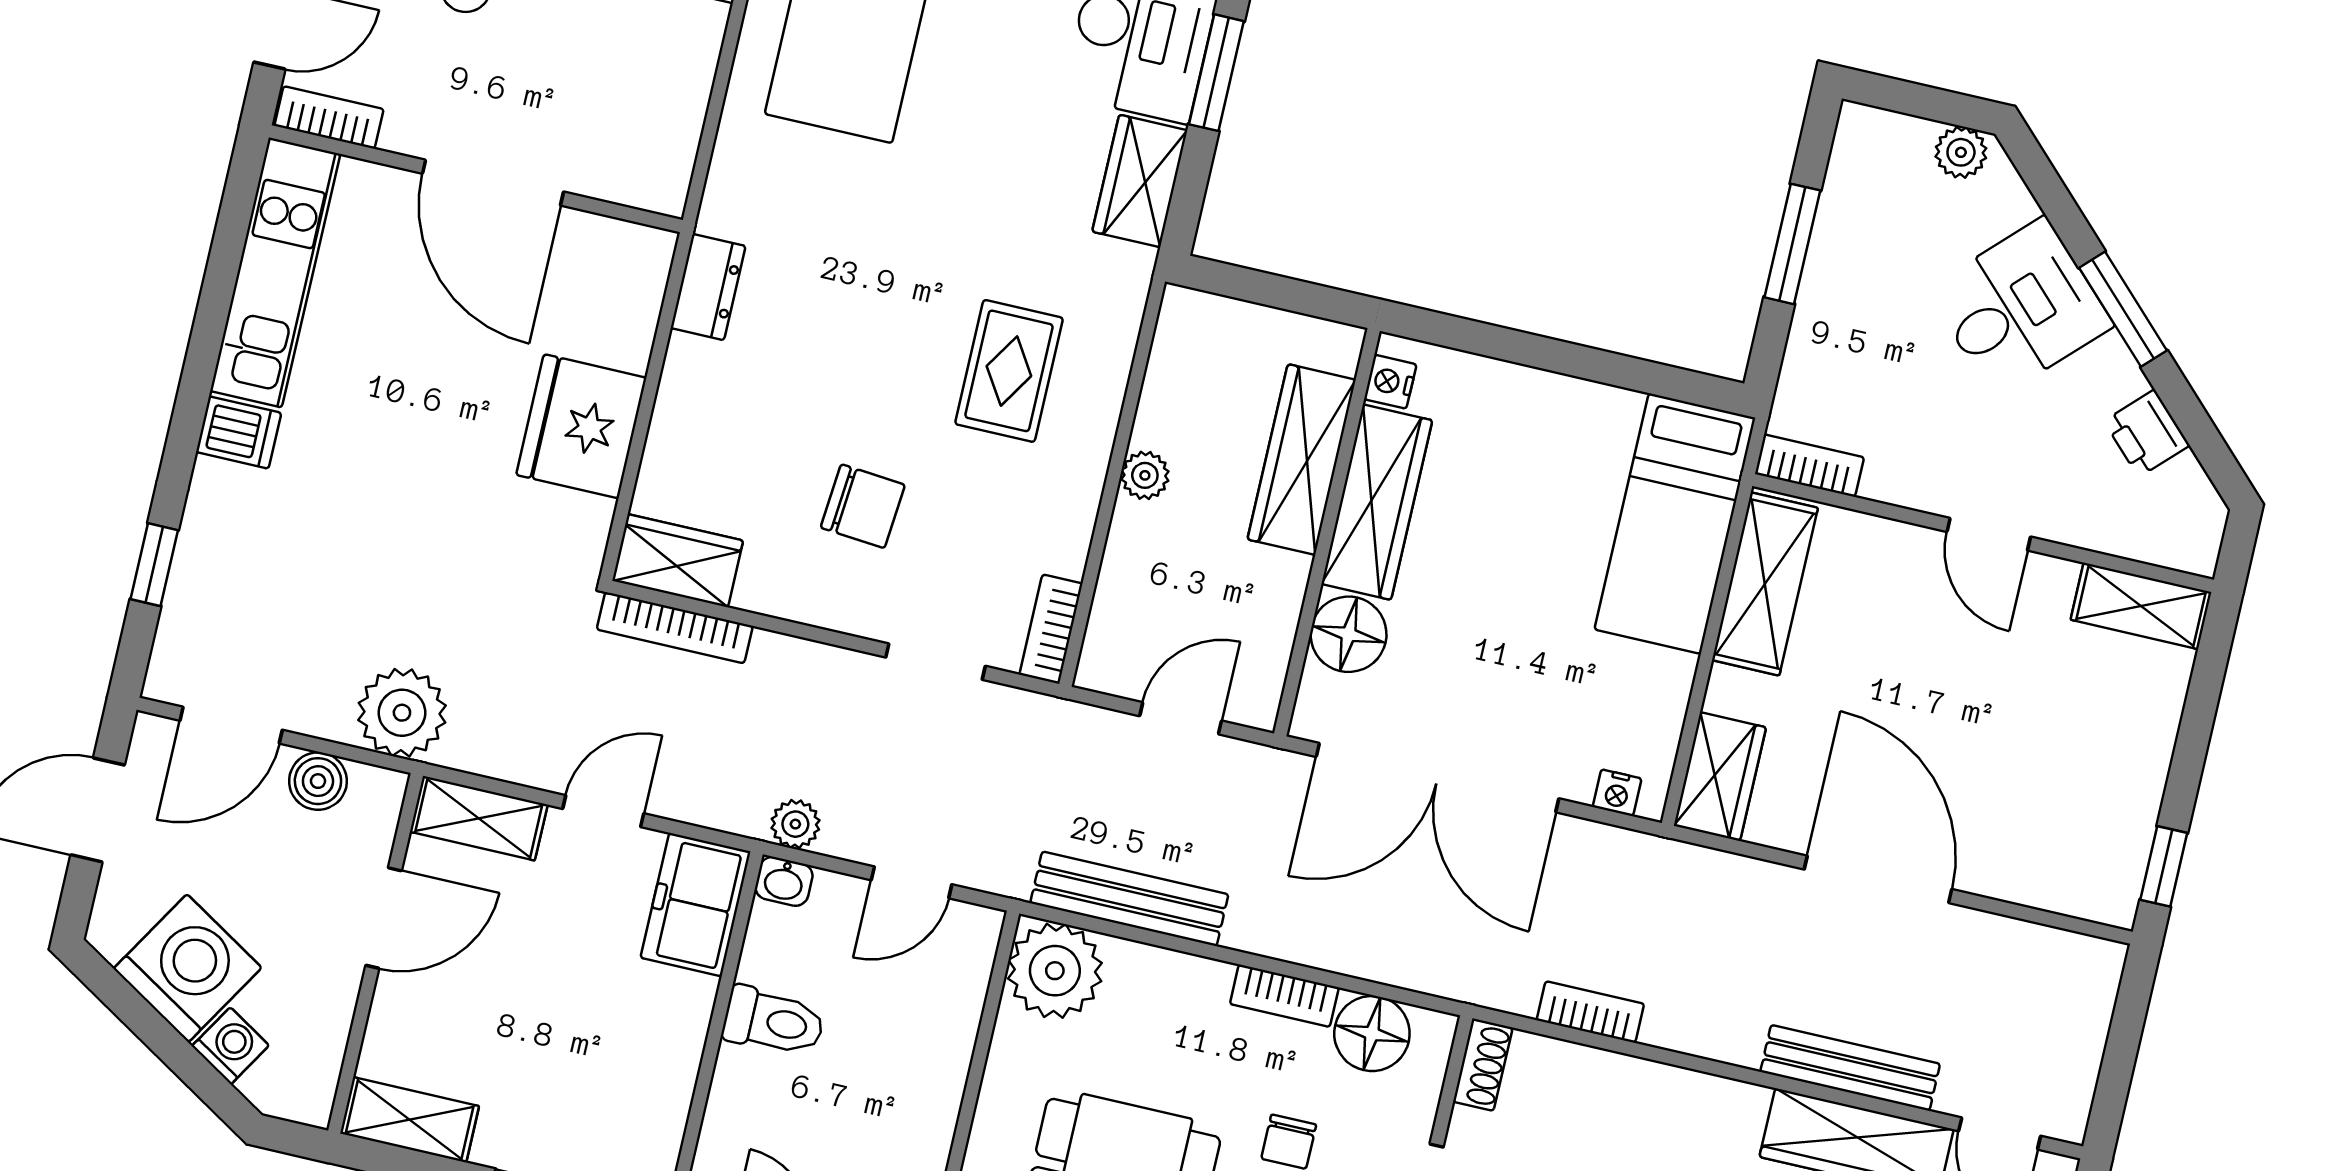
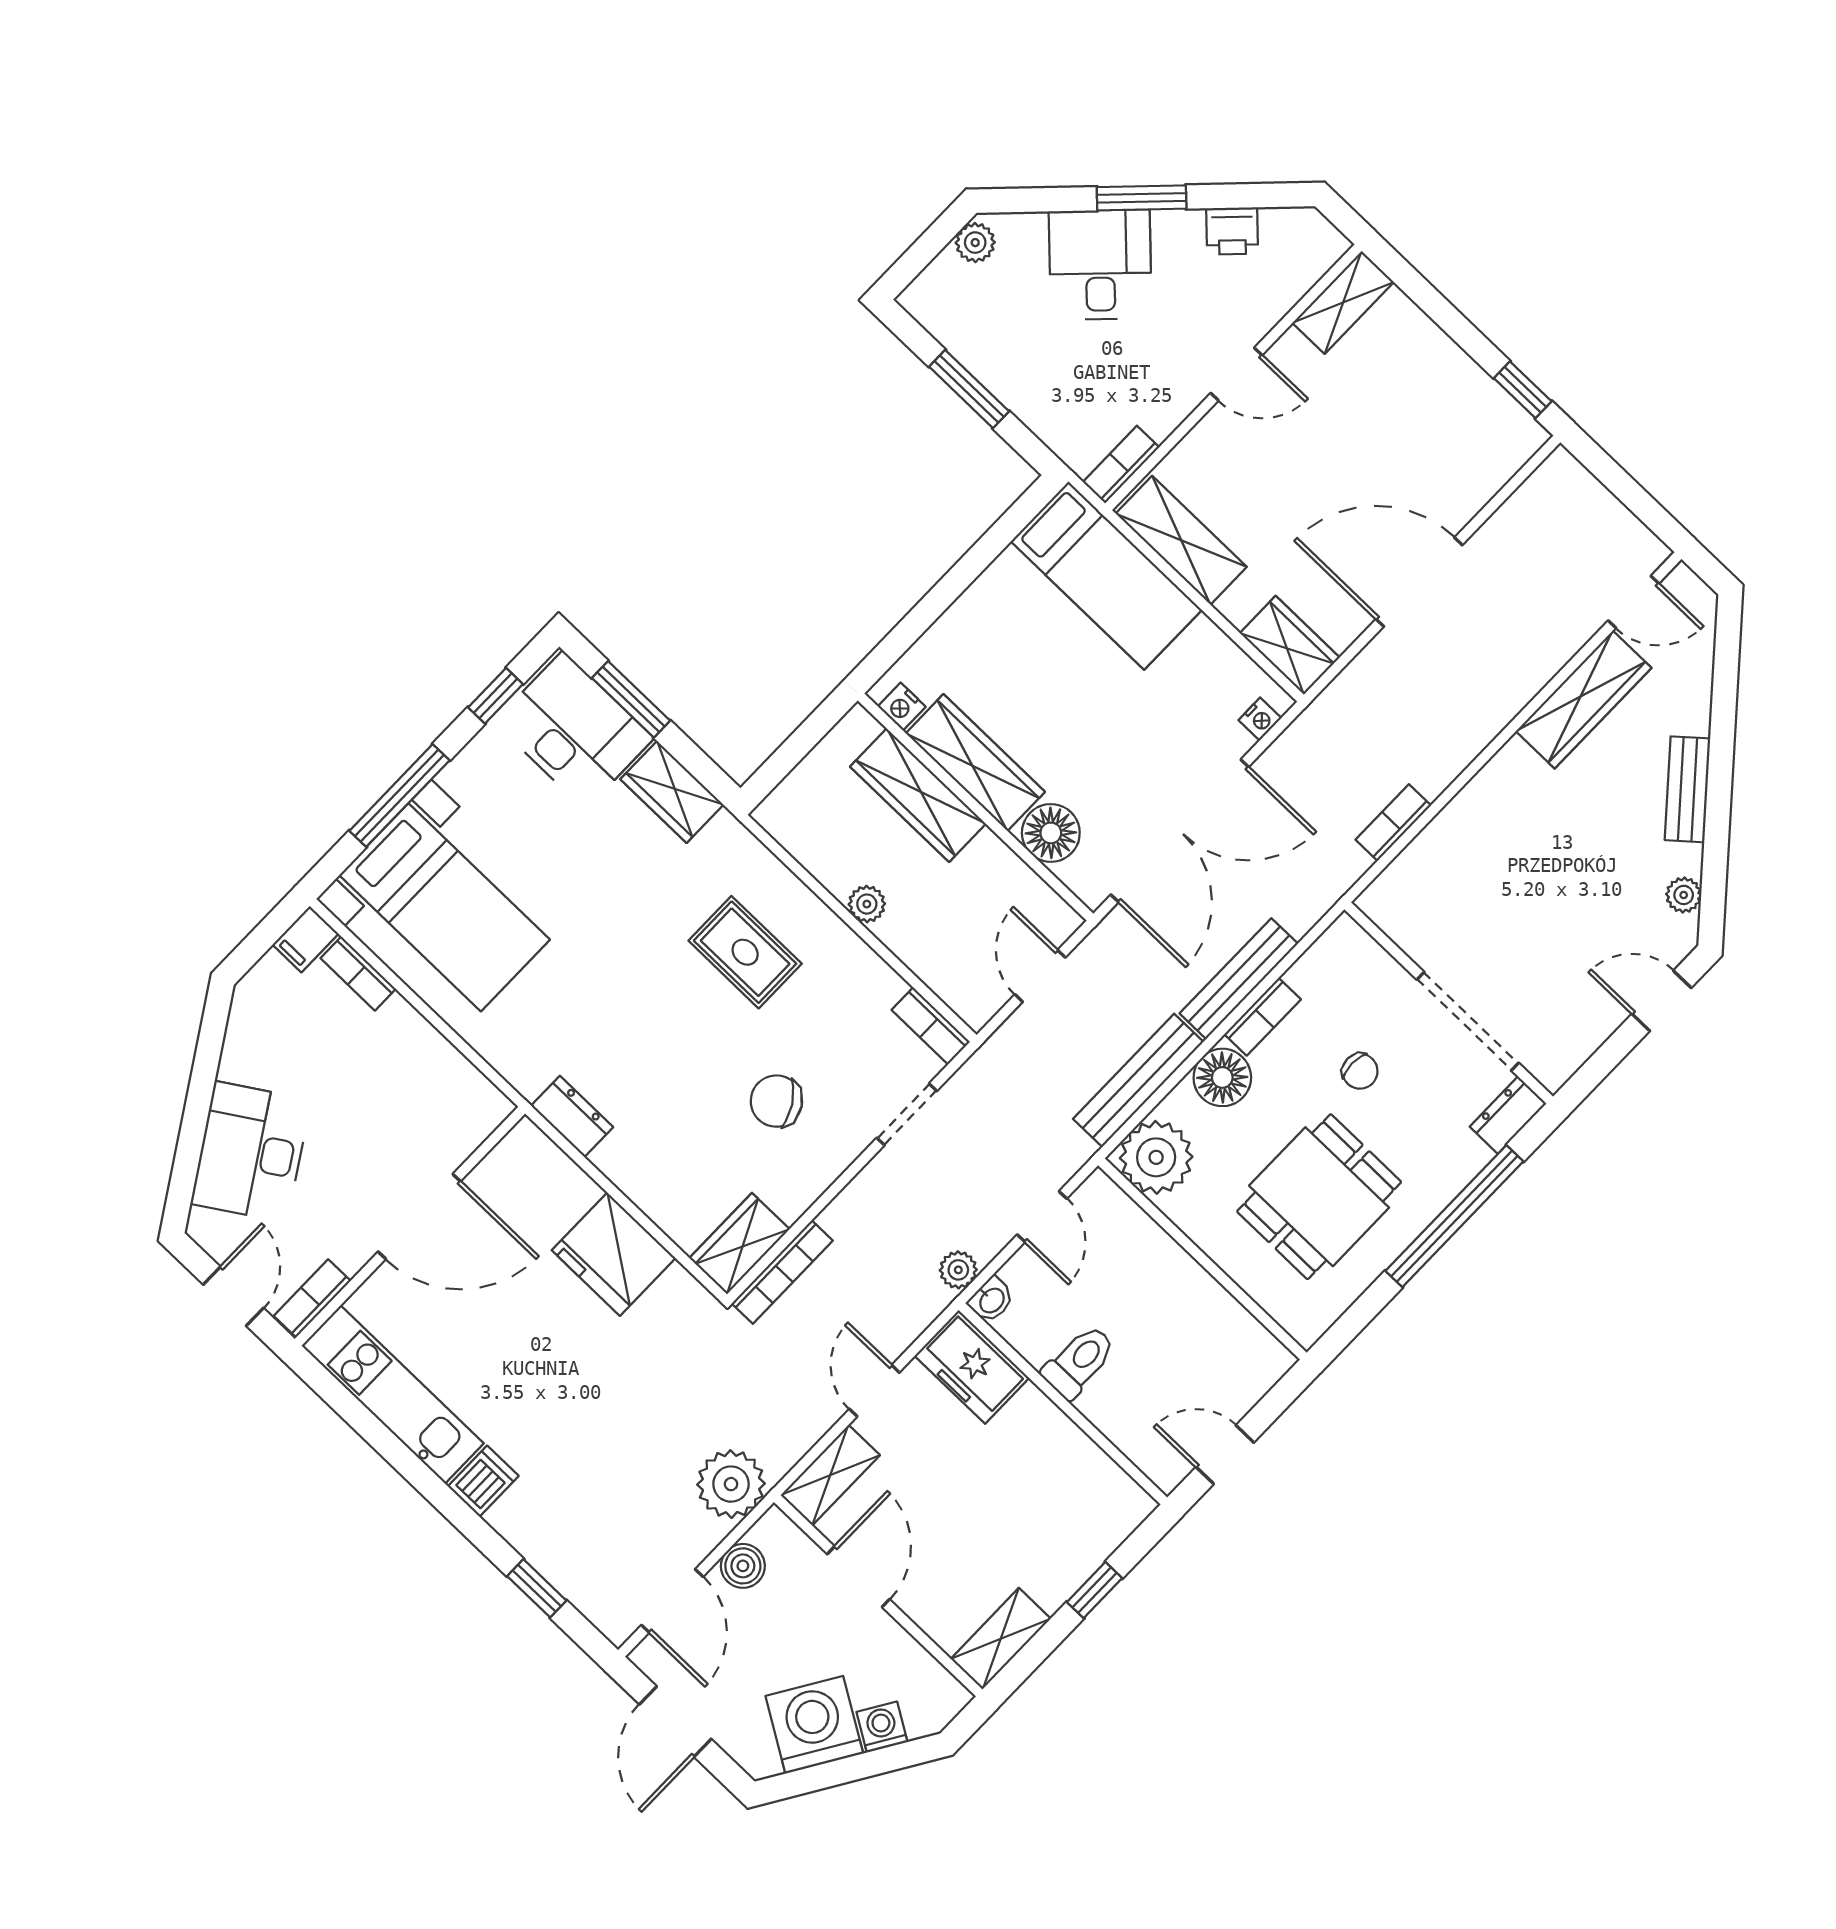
chair: (863, 506) -> (776, 1101), turned -127
floor lamp: (1372, 1034) -> (1222, 1077), moved
shoe rack: (1483, 1065) -> (1386, 914), removed
bench: (1850, 1068) -> (1239, 979), moved

